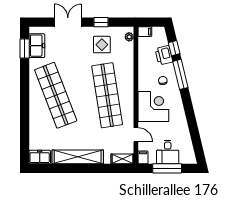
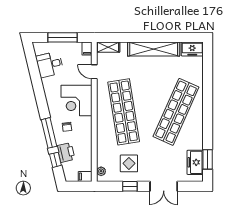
shop shelf: (56, 95) -> (176, 112), turned 45
desk: (168, 152) -> (50, 64), moved, turned -103

